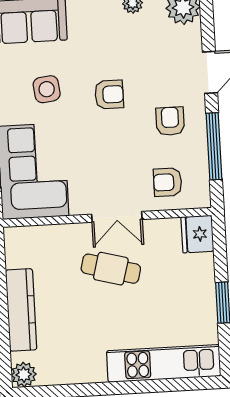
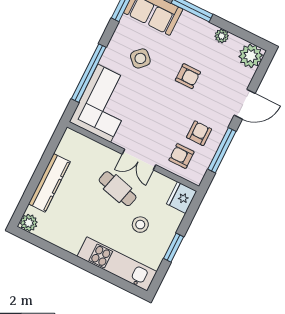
side table: (47, 89) -> (140, 58), turned -38
armchair: (109, 94) -> (188, 76), moved
armchair: (170, 121) -> (199, 133), moved
stool: (165, 297) -> (140, 225), added

